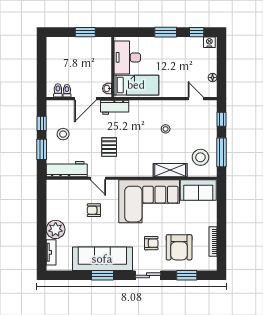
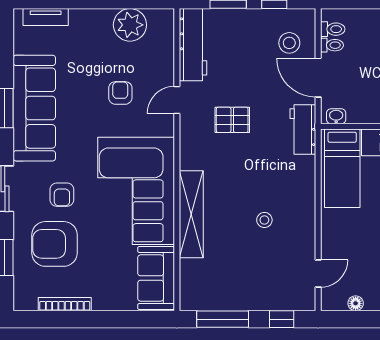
stool: (63, 134) -> (289, 43), moved
stool: (200, 157) -> (214, 282), removed
shelving: (170, 170) -> (191, 214), width x1.47
plant: (56, 229) -> (130, 25), moved

